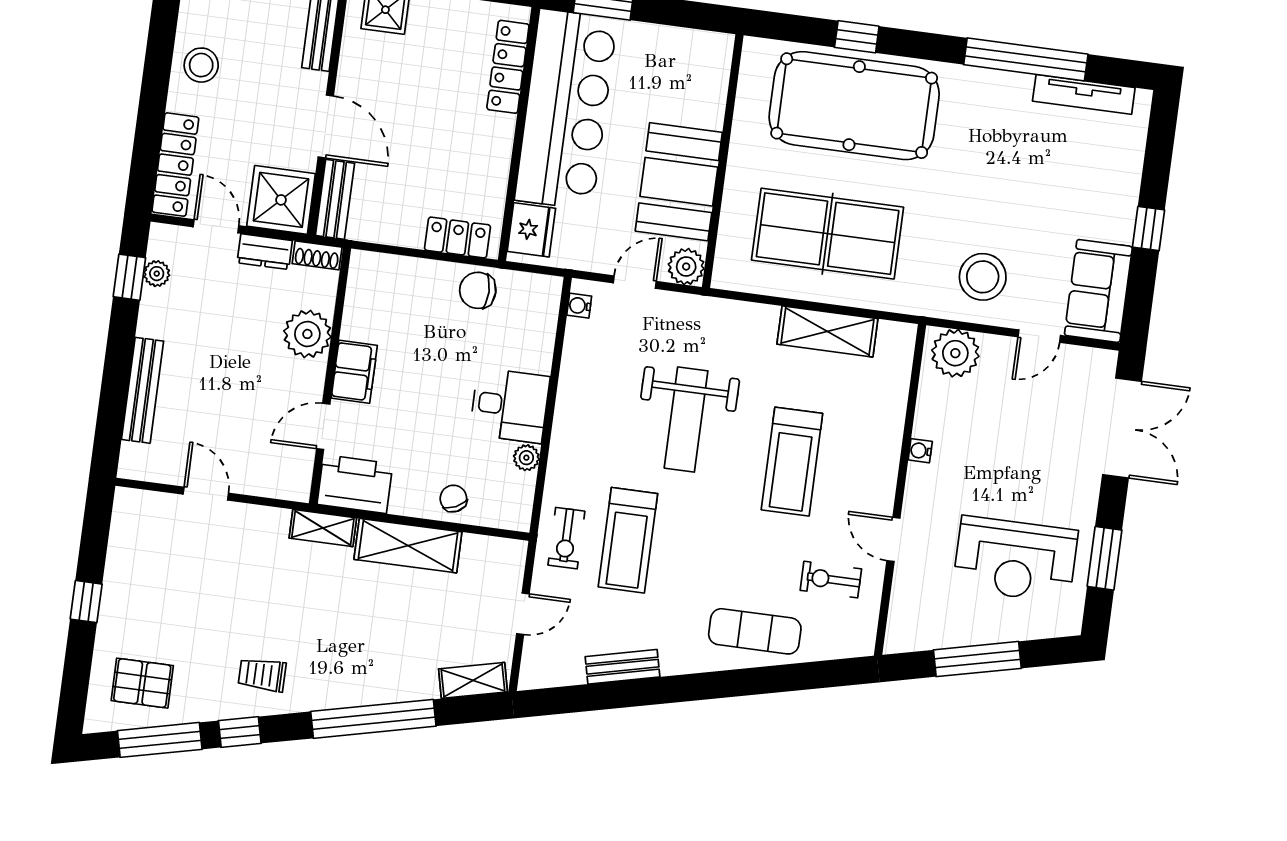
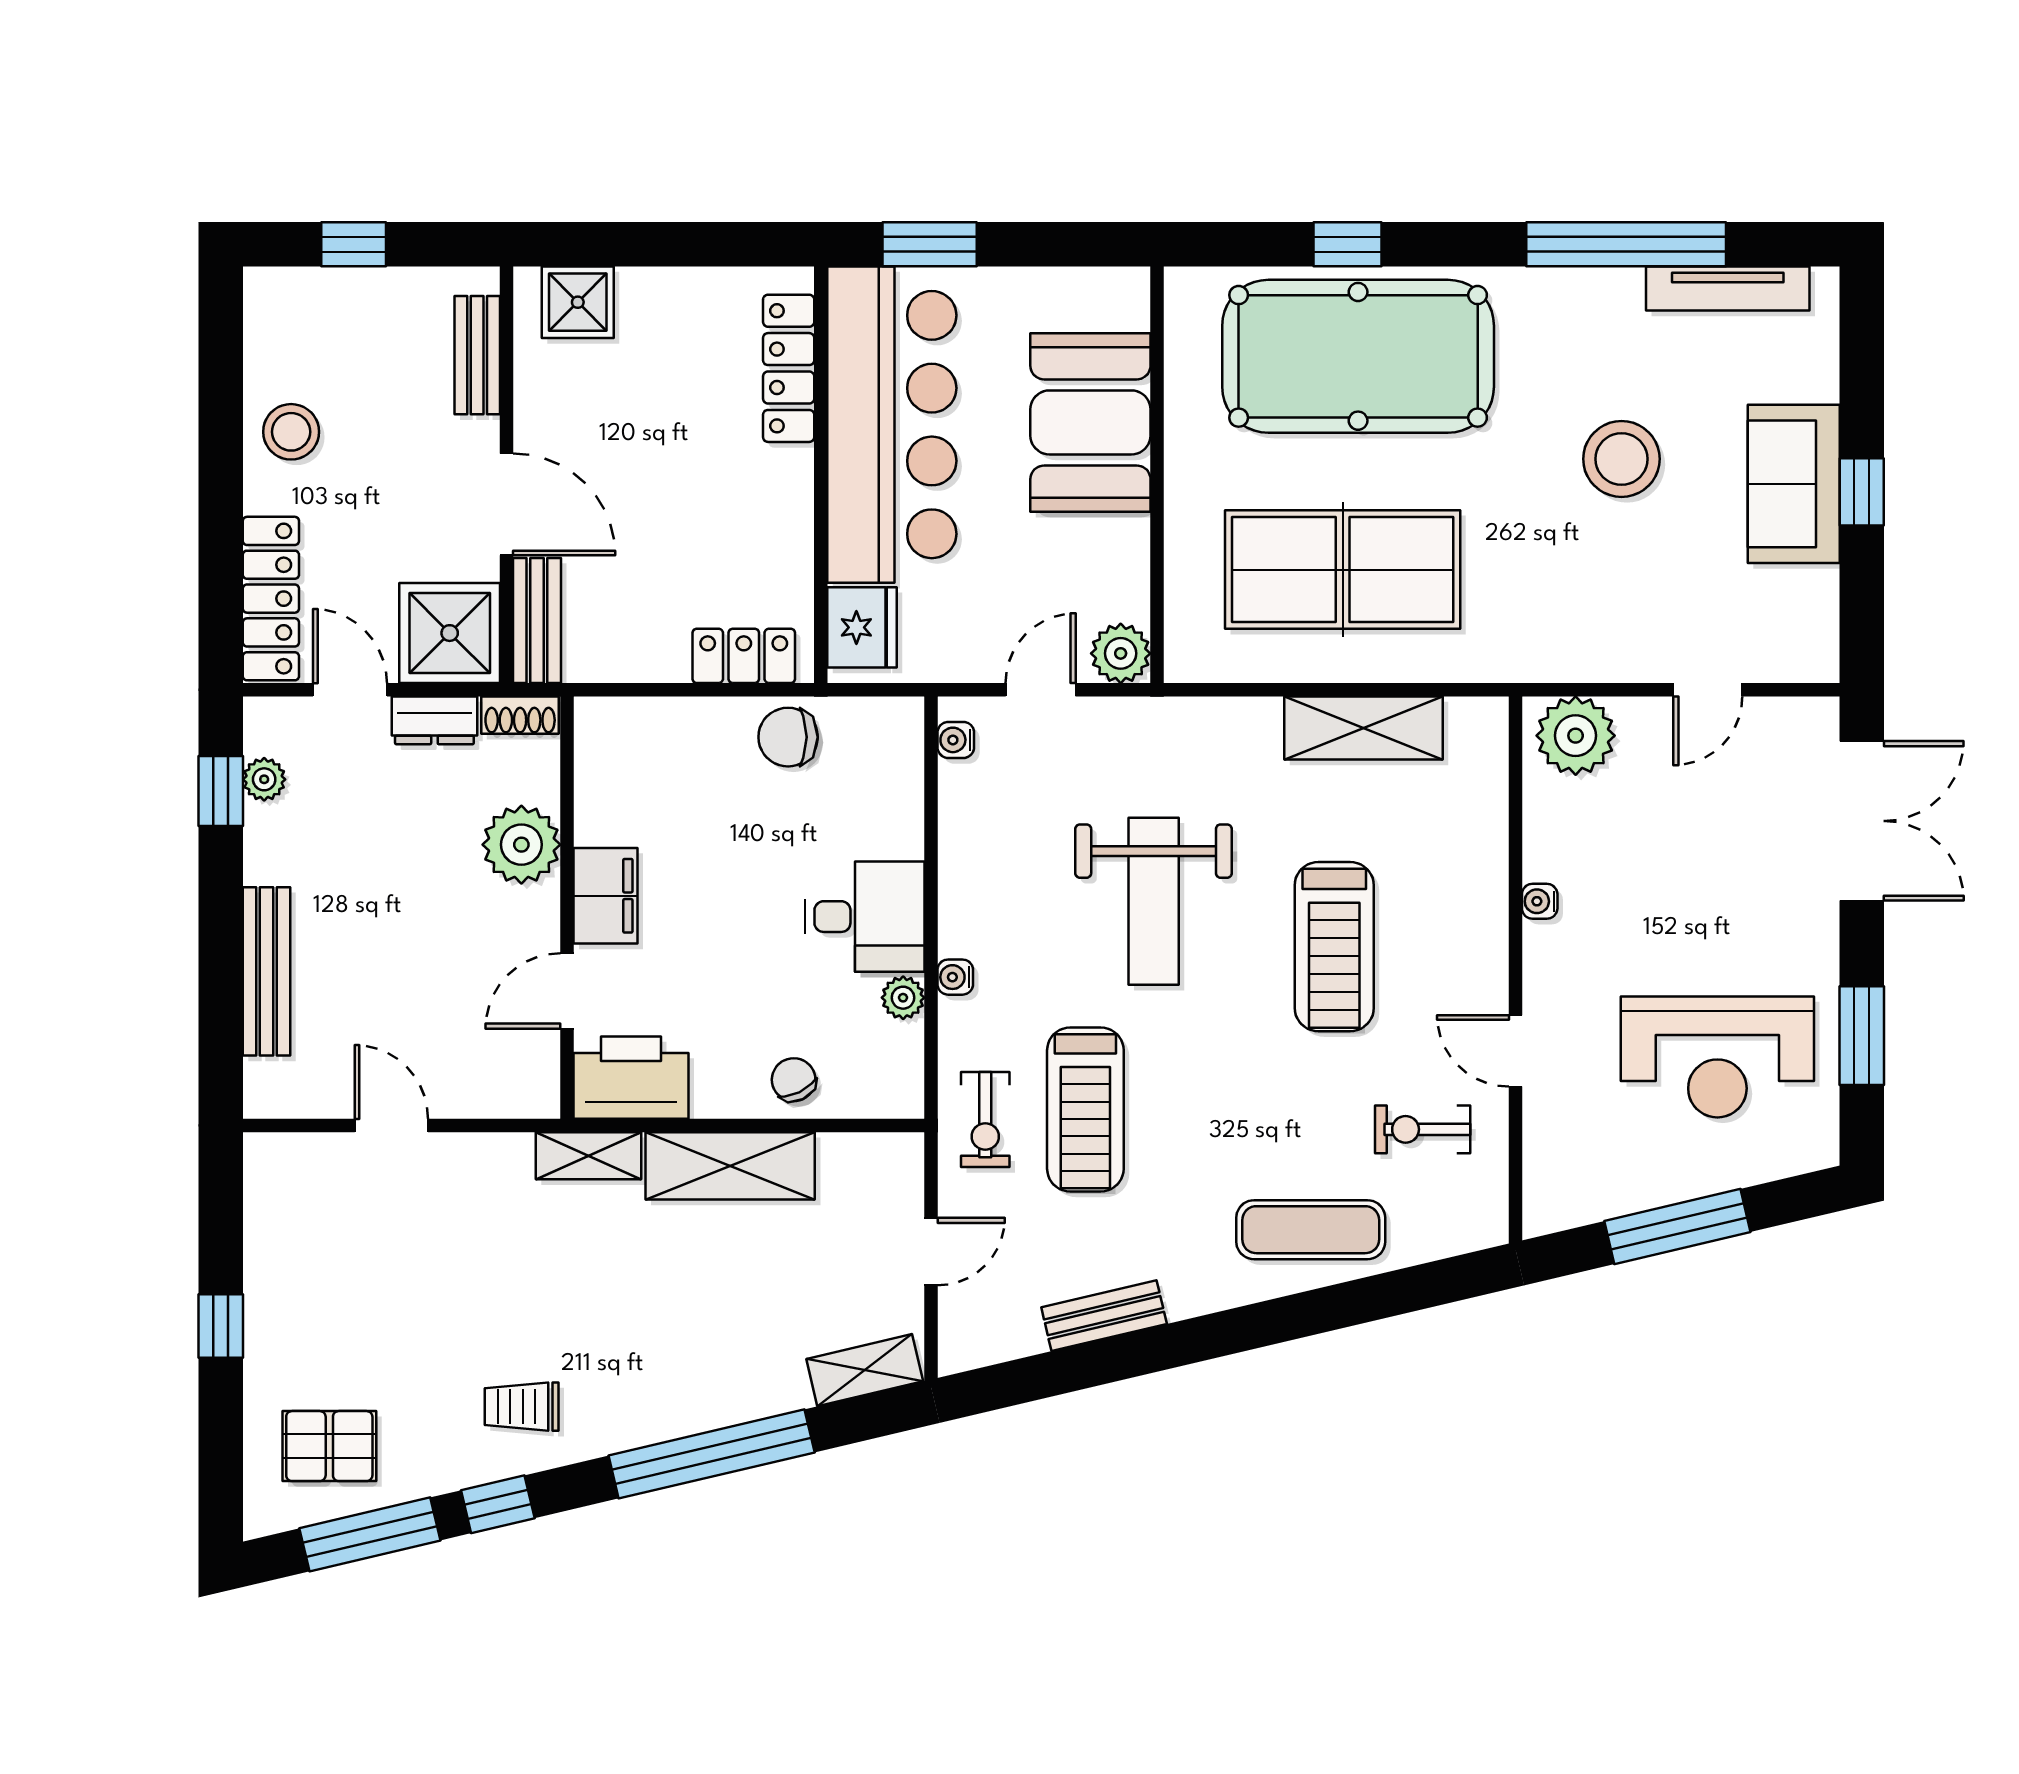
booth: (679, 182) -> (1090, 422), moved
stool: (983, 277) -> (1621, 459), moved
sofa: (1098, 291) -> (1794, 484), moved
water cooler: (560, 449) -> (955, 977), added

